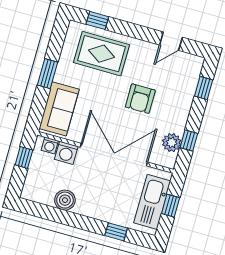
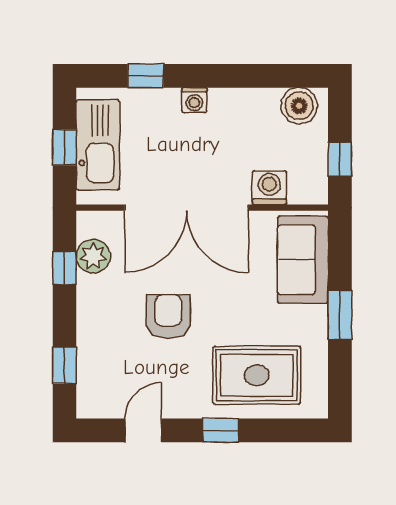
window: (97, 20) -> (221, 430), moved
washing machine: (50, 146) -> (194, 100), moved, turned 180
boiler: (65, 200) -> (299, 106), moved

